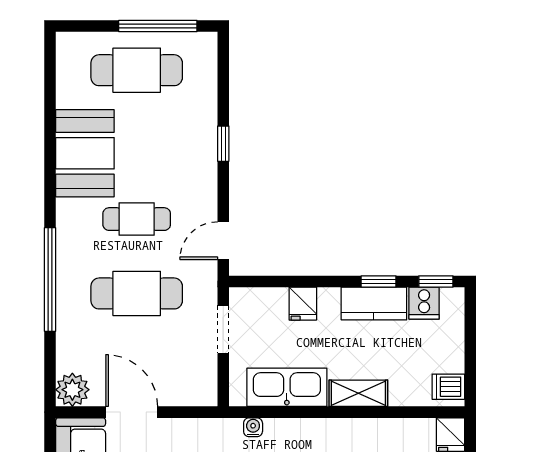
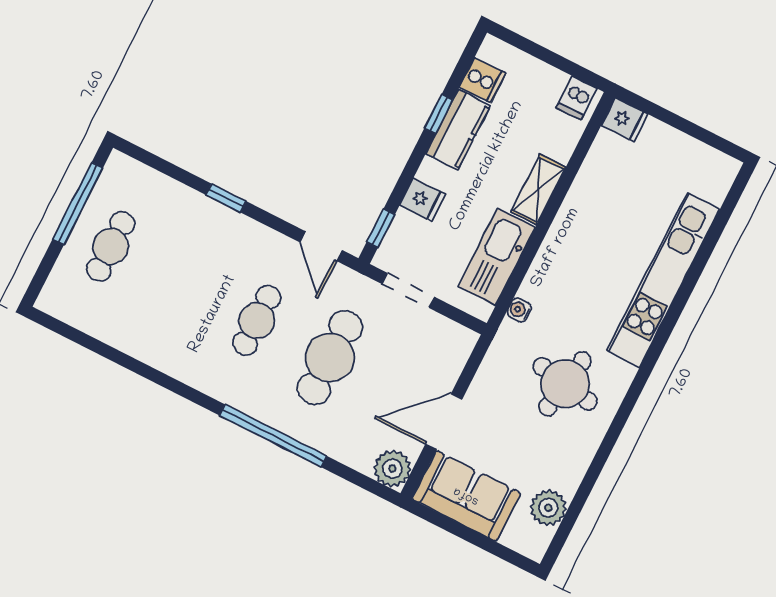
cafe table: (137, 70) -> (111, 246), width x0.73, depth x0.74
booth: (85, 153) -> (166, 338), removed
window: (436, 282) -> (381, 228), moved

